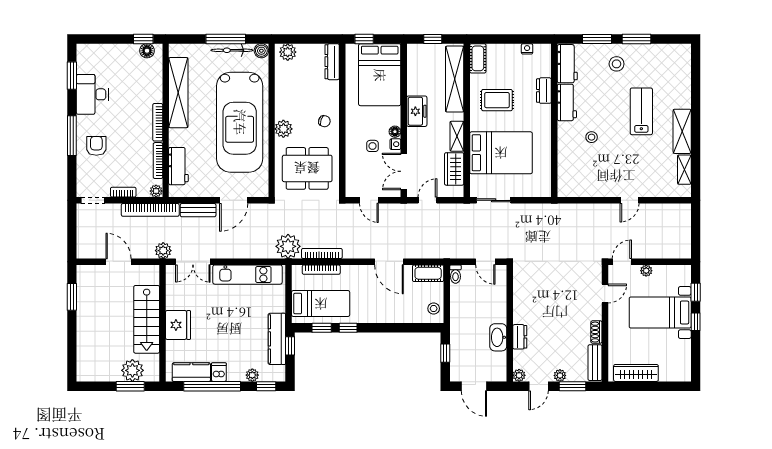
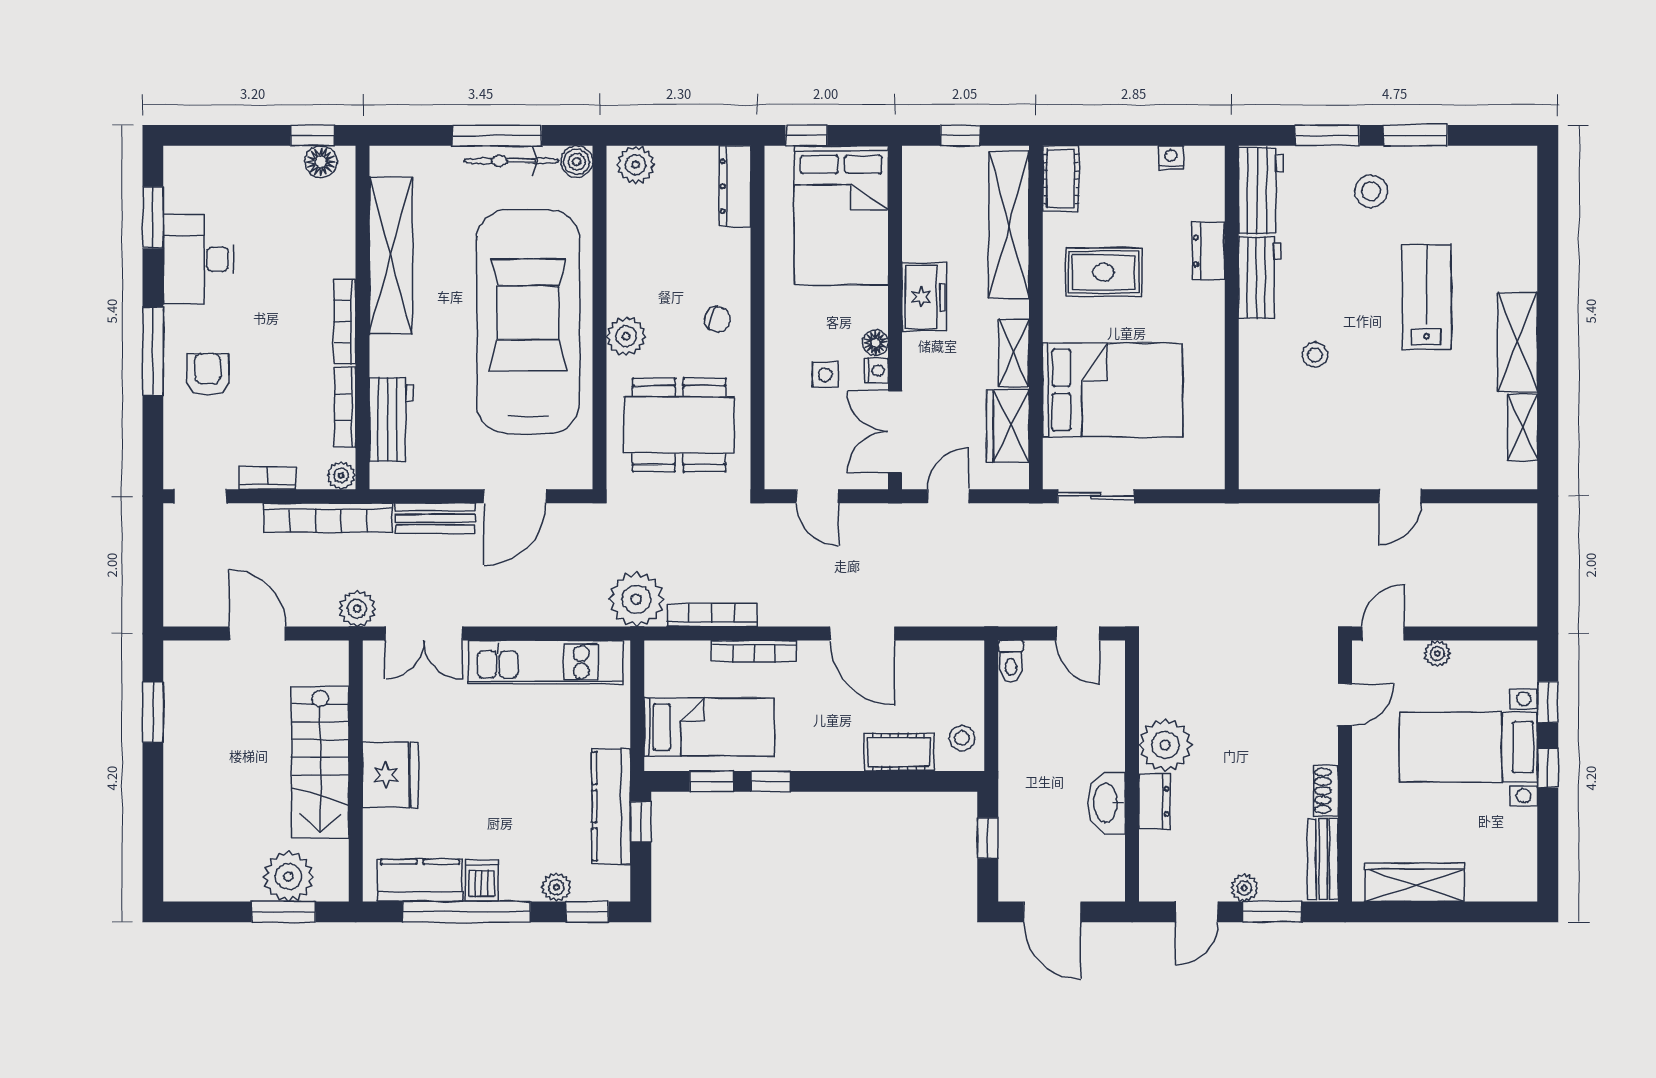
car: (240, 122) -> (528, 322), turned 180
bookcase: (321, 270) -> (754, 651), moved
cot: (428, 273) -> (899, 752), moved
plant: (519, 375) -> (1165, 745), moved, width x1.88, depth x1.88

